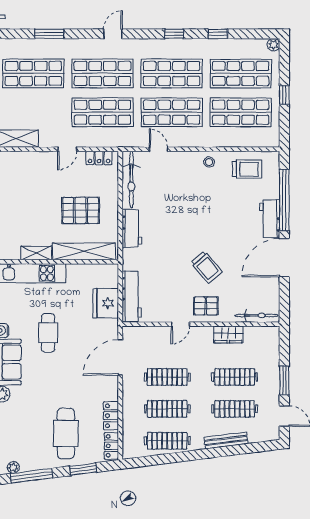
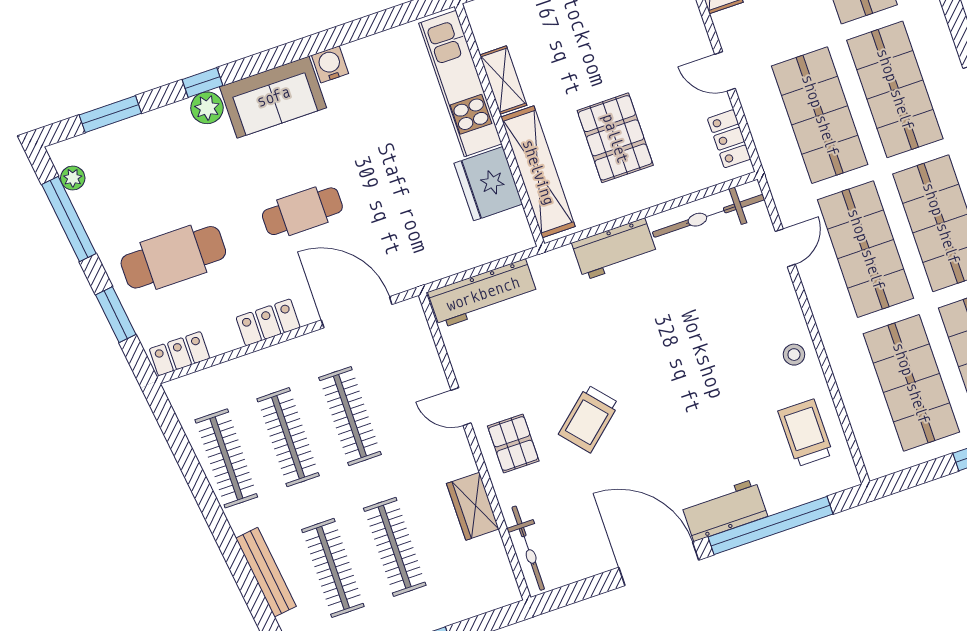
trolley: (247, 169) -> (805, 433), turned 180
fridge: (106, 303) -> (488, 184), moved, turned -90
cafe table: (48, 333) -> (302, 211), moved
locker: (111, 416) -> (268, 322), moved

